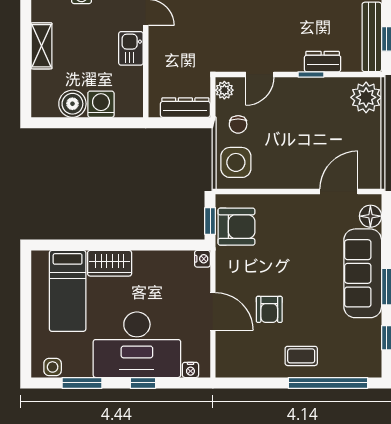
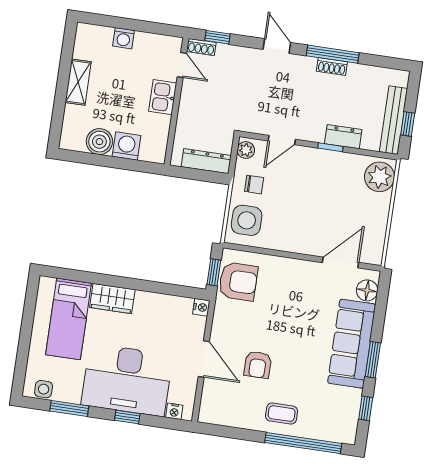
chair: (238, 124) -> (254, 185), turned -90

